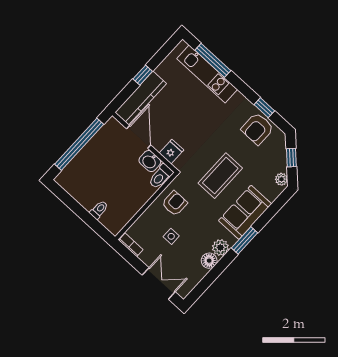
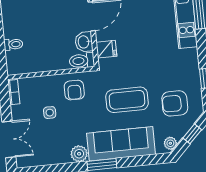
armchair: (257, 129) -> (175, 103), moved
armchair: (175, 203) -> (74, 90), turned 90
sofa: (245, 212) -> (121, 144), width x1.36
floor lamp: (209, 261) -> (62, 156), removed

